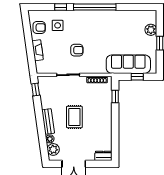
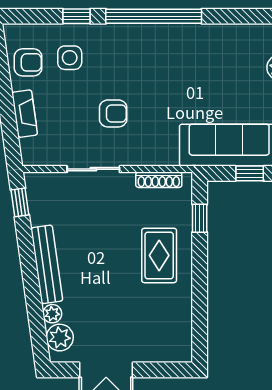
rug: (74, 117) -> (159, 255), moved
bench: (48, 122) -> (47, 264), width x1.36
dresser: (103, 156) -> (173, 352), removed

